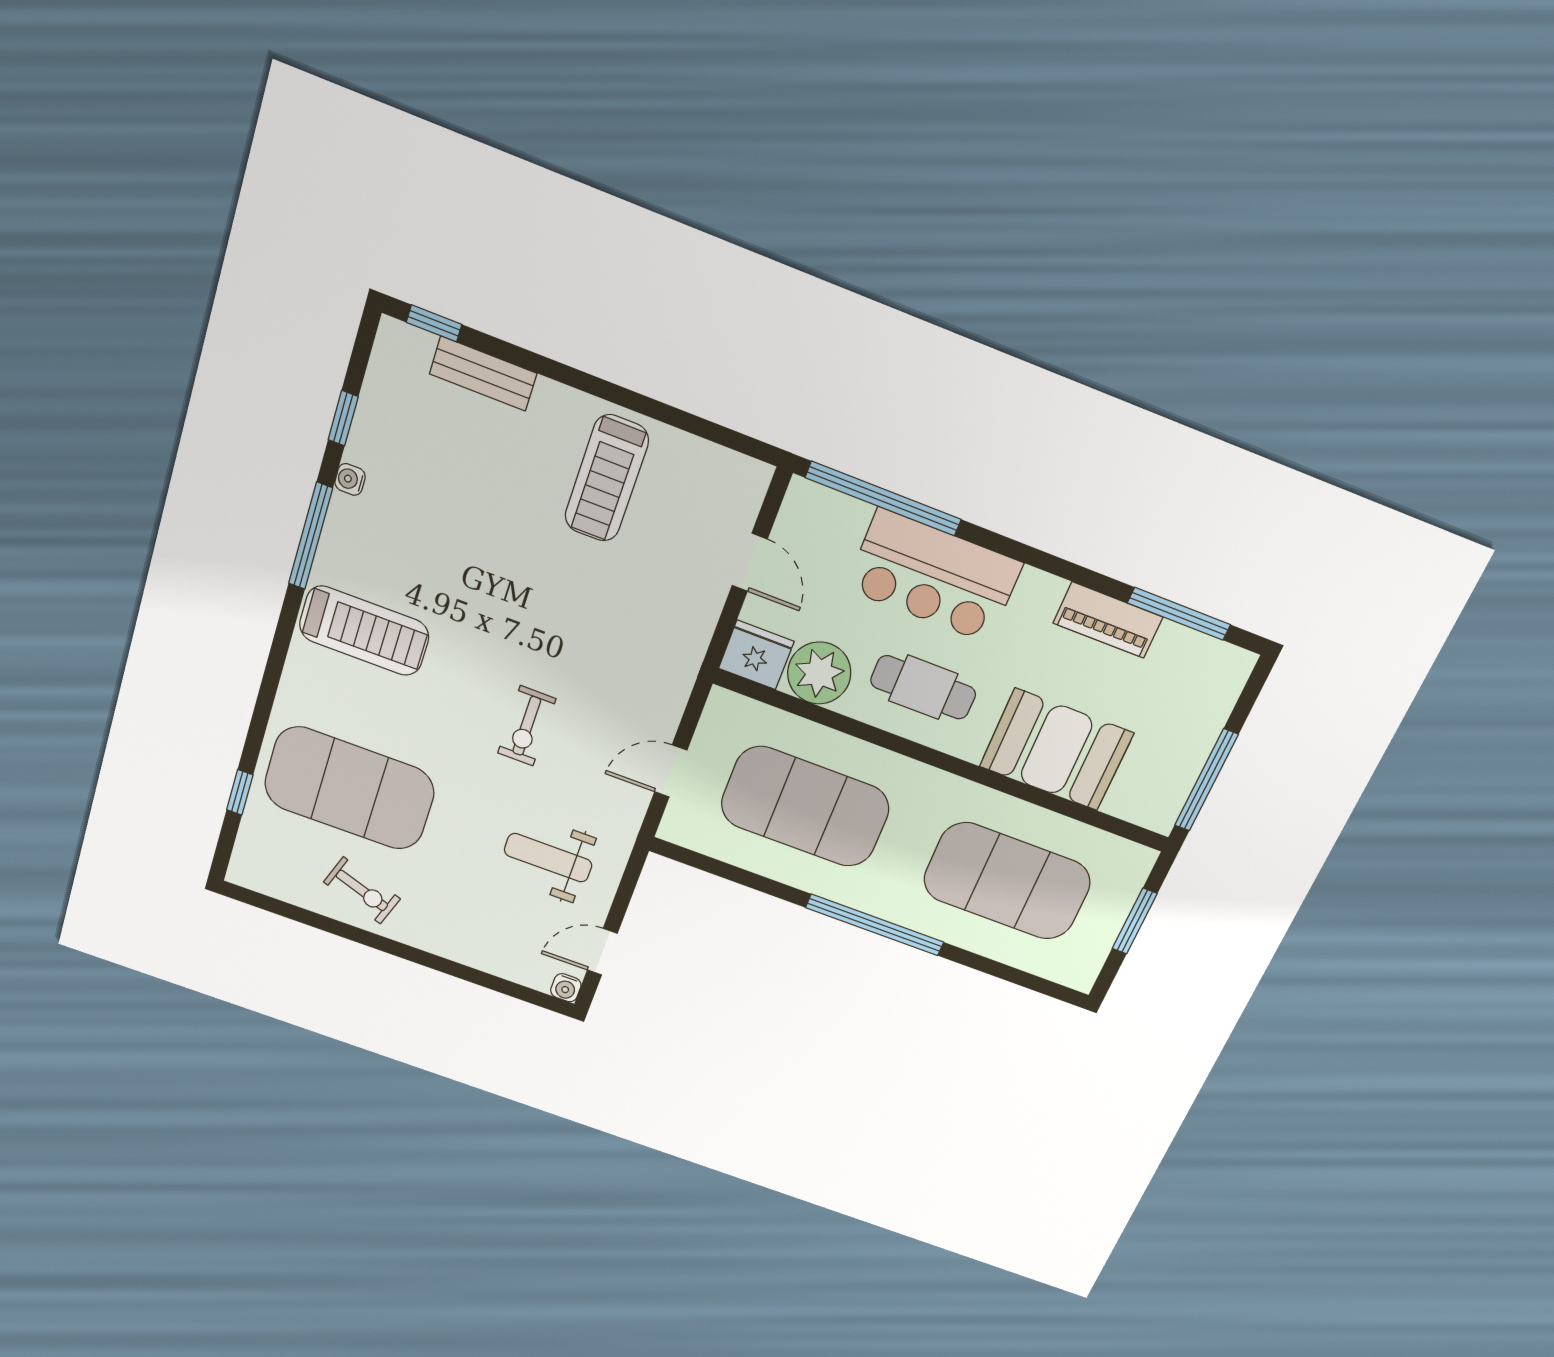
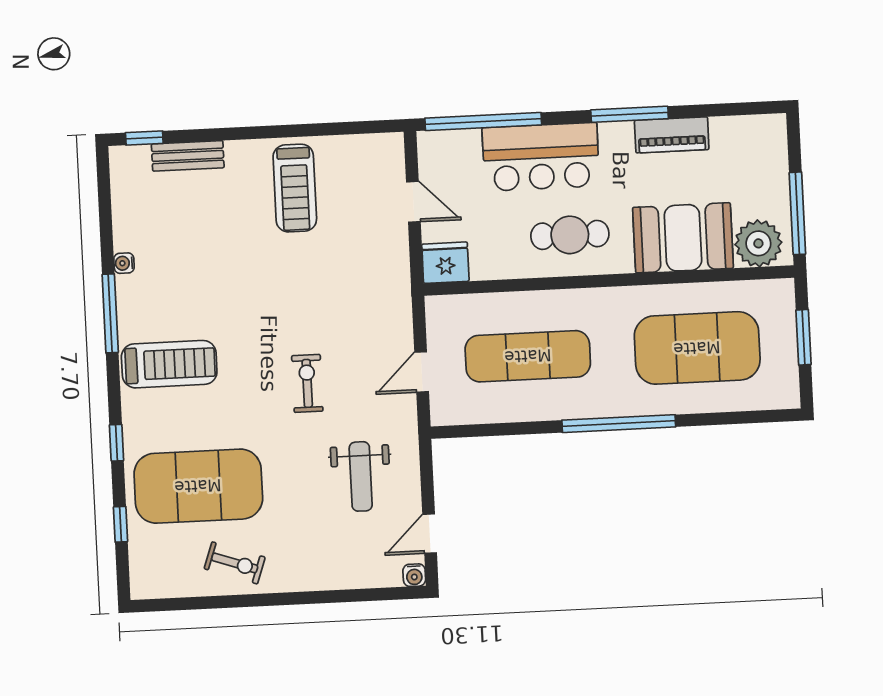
window: (343, 418) -> (116, 443), moved
window: (1179, 614) -> (630, 114), moved
plant: (819, 673) -> (758, 243), moved
exercise bike: (527, 726) -> (307, 383), turned 180
exercise mat: (805, 807) -> (528, 356), width x0.68
weight bench: (548, 858) -> (361, 476), turned -90

